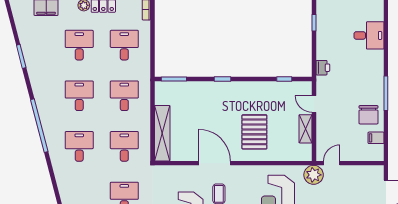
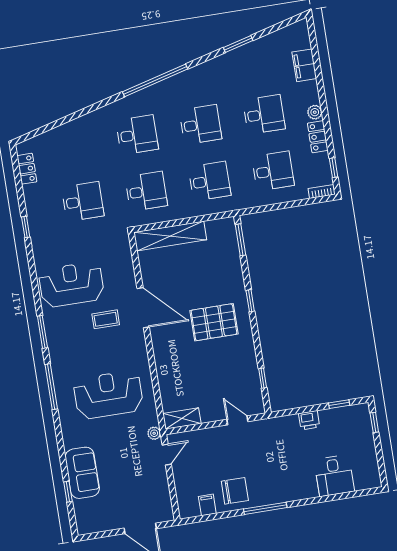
printer: (323, 68) -> (309, 420), moved
door: (314, 104) -> (237, 420), hinge flipped
chair: (368, 115) -> (235, 491), turned 180
shelving: (306, 129) -> (182, 418), moved
pallet: (254, 132) -> (214, 322), moved
door: (215, 163) -> (143, 308), hinge flipped
door: (332, 163) -> (167, 455), hinge flipped
plant: (314, 175) -> (154, 433), width x0.53, depth x0.53

